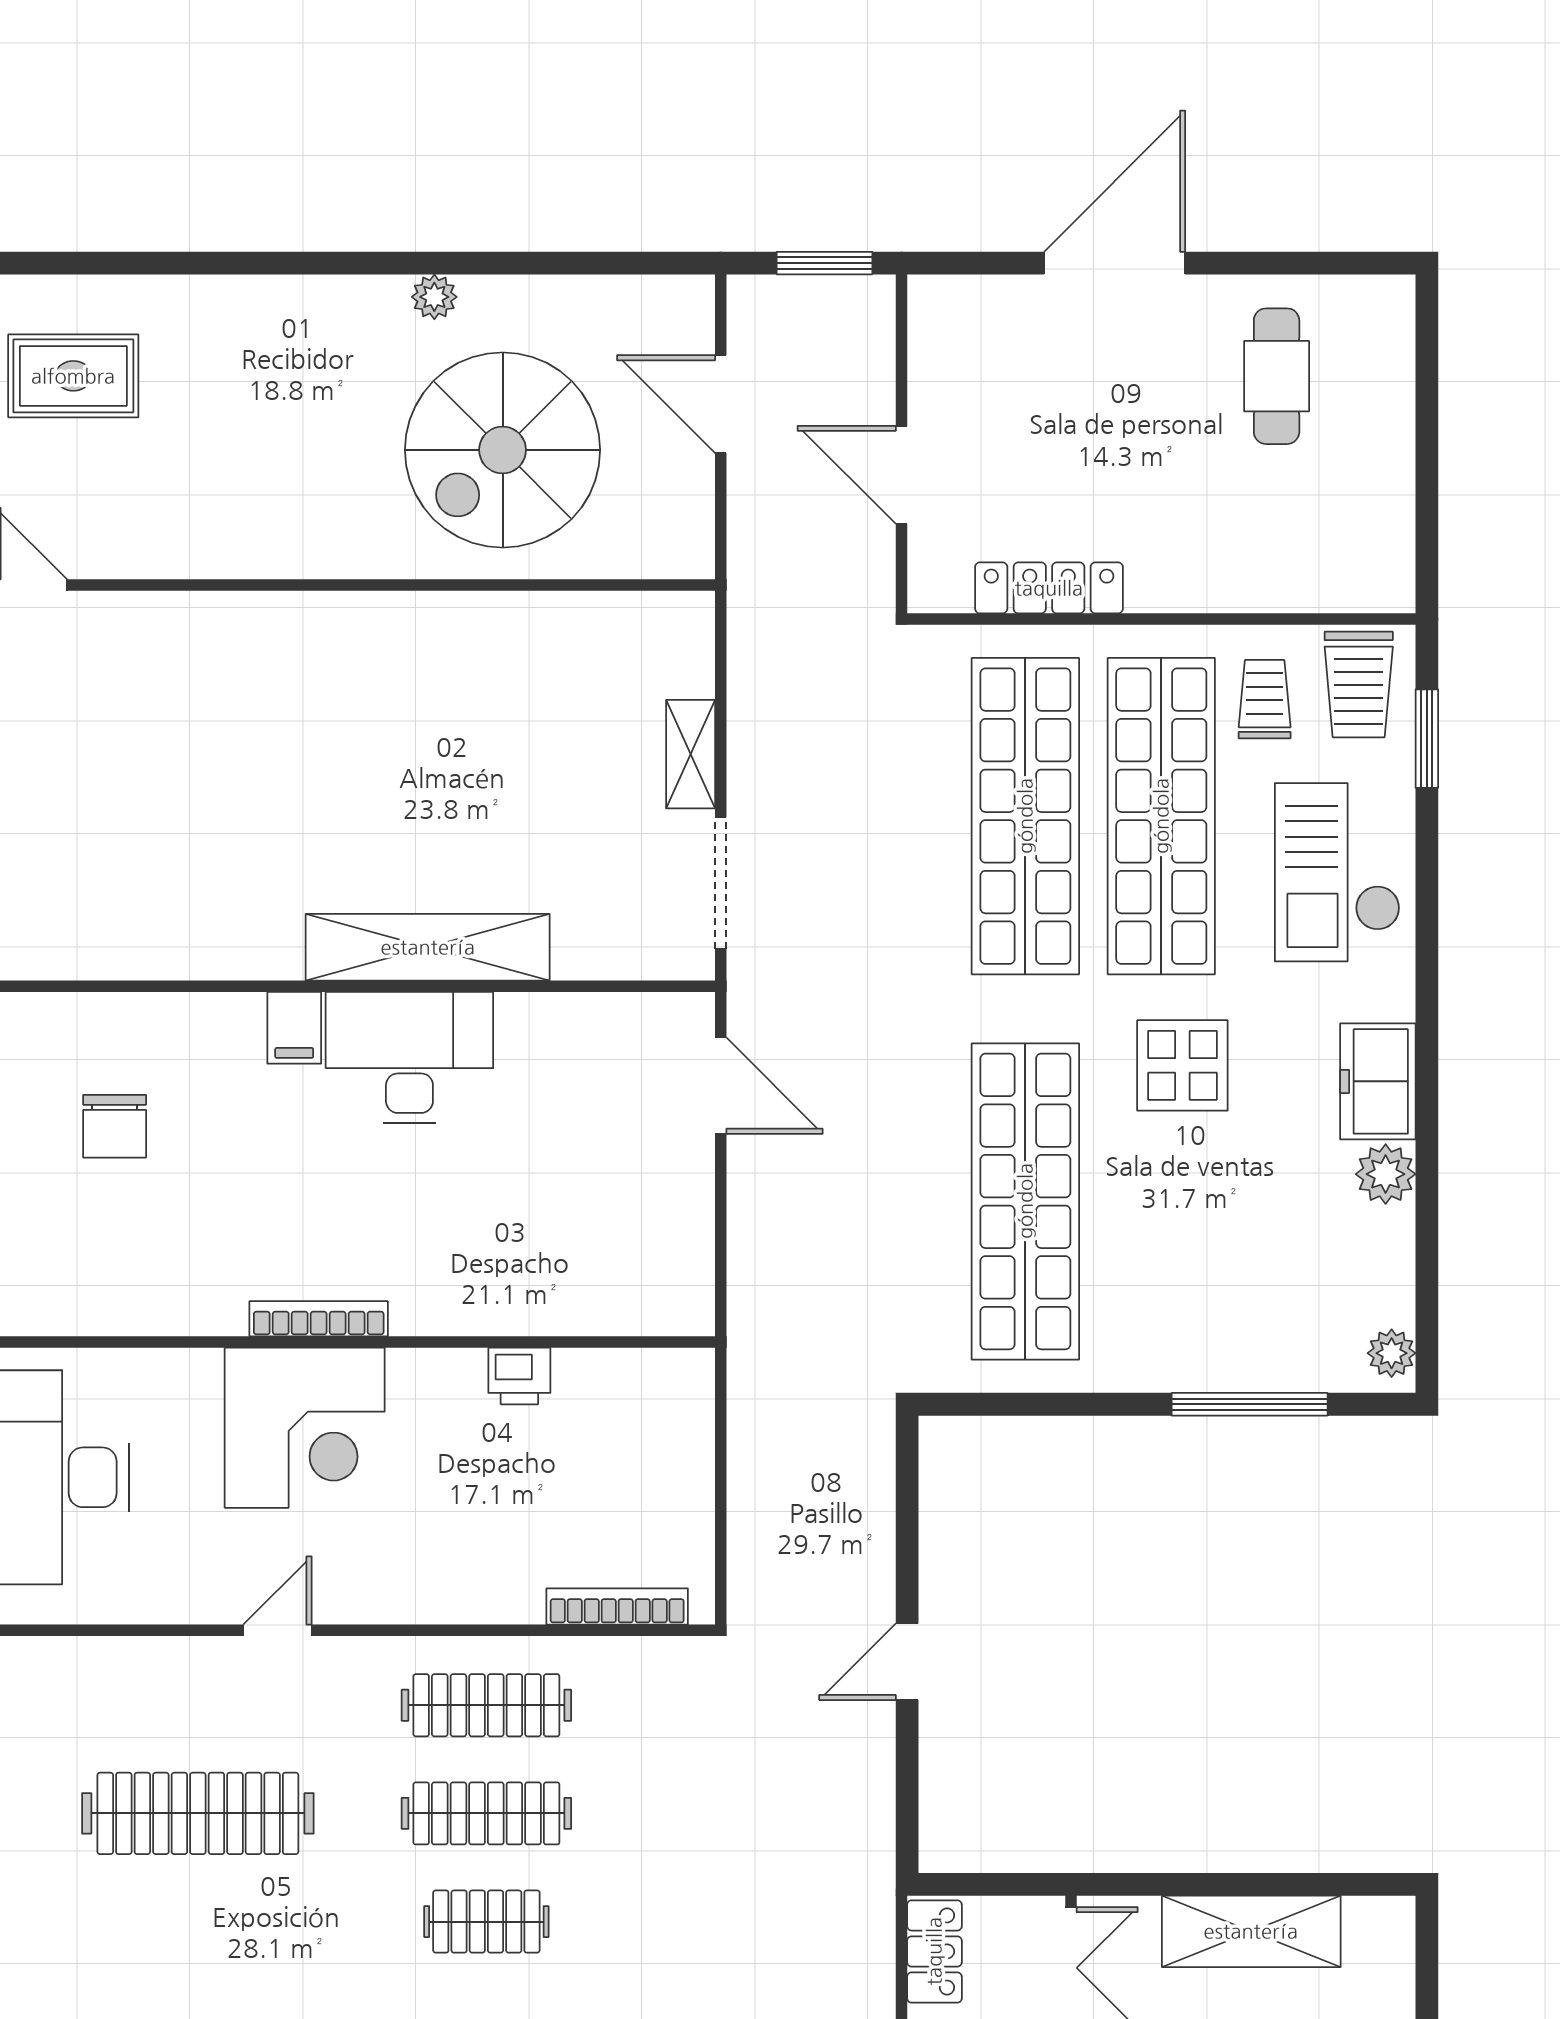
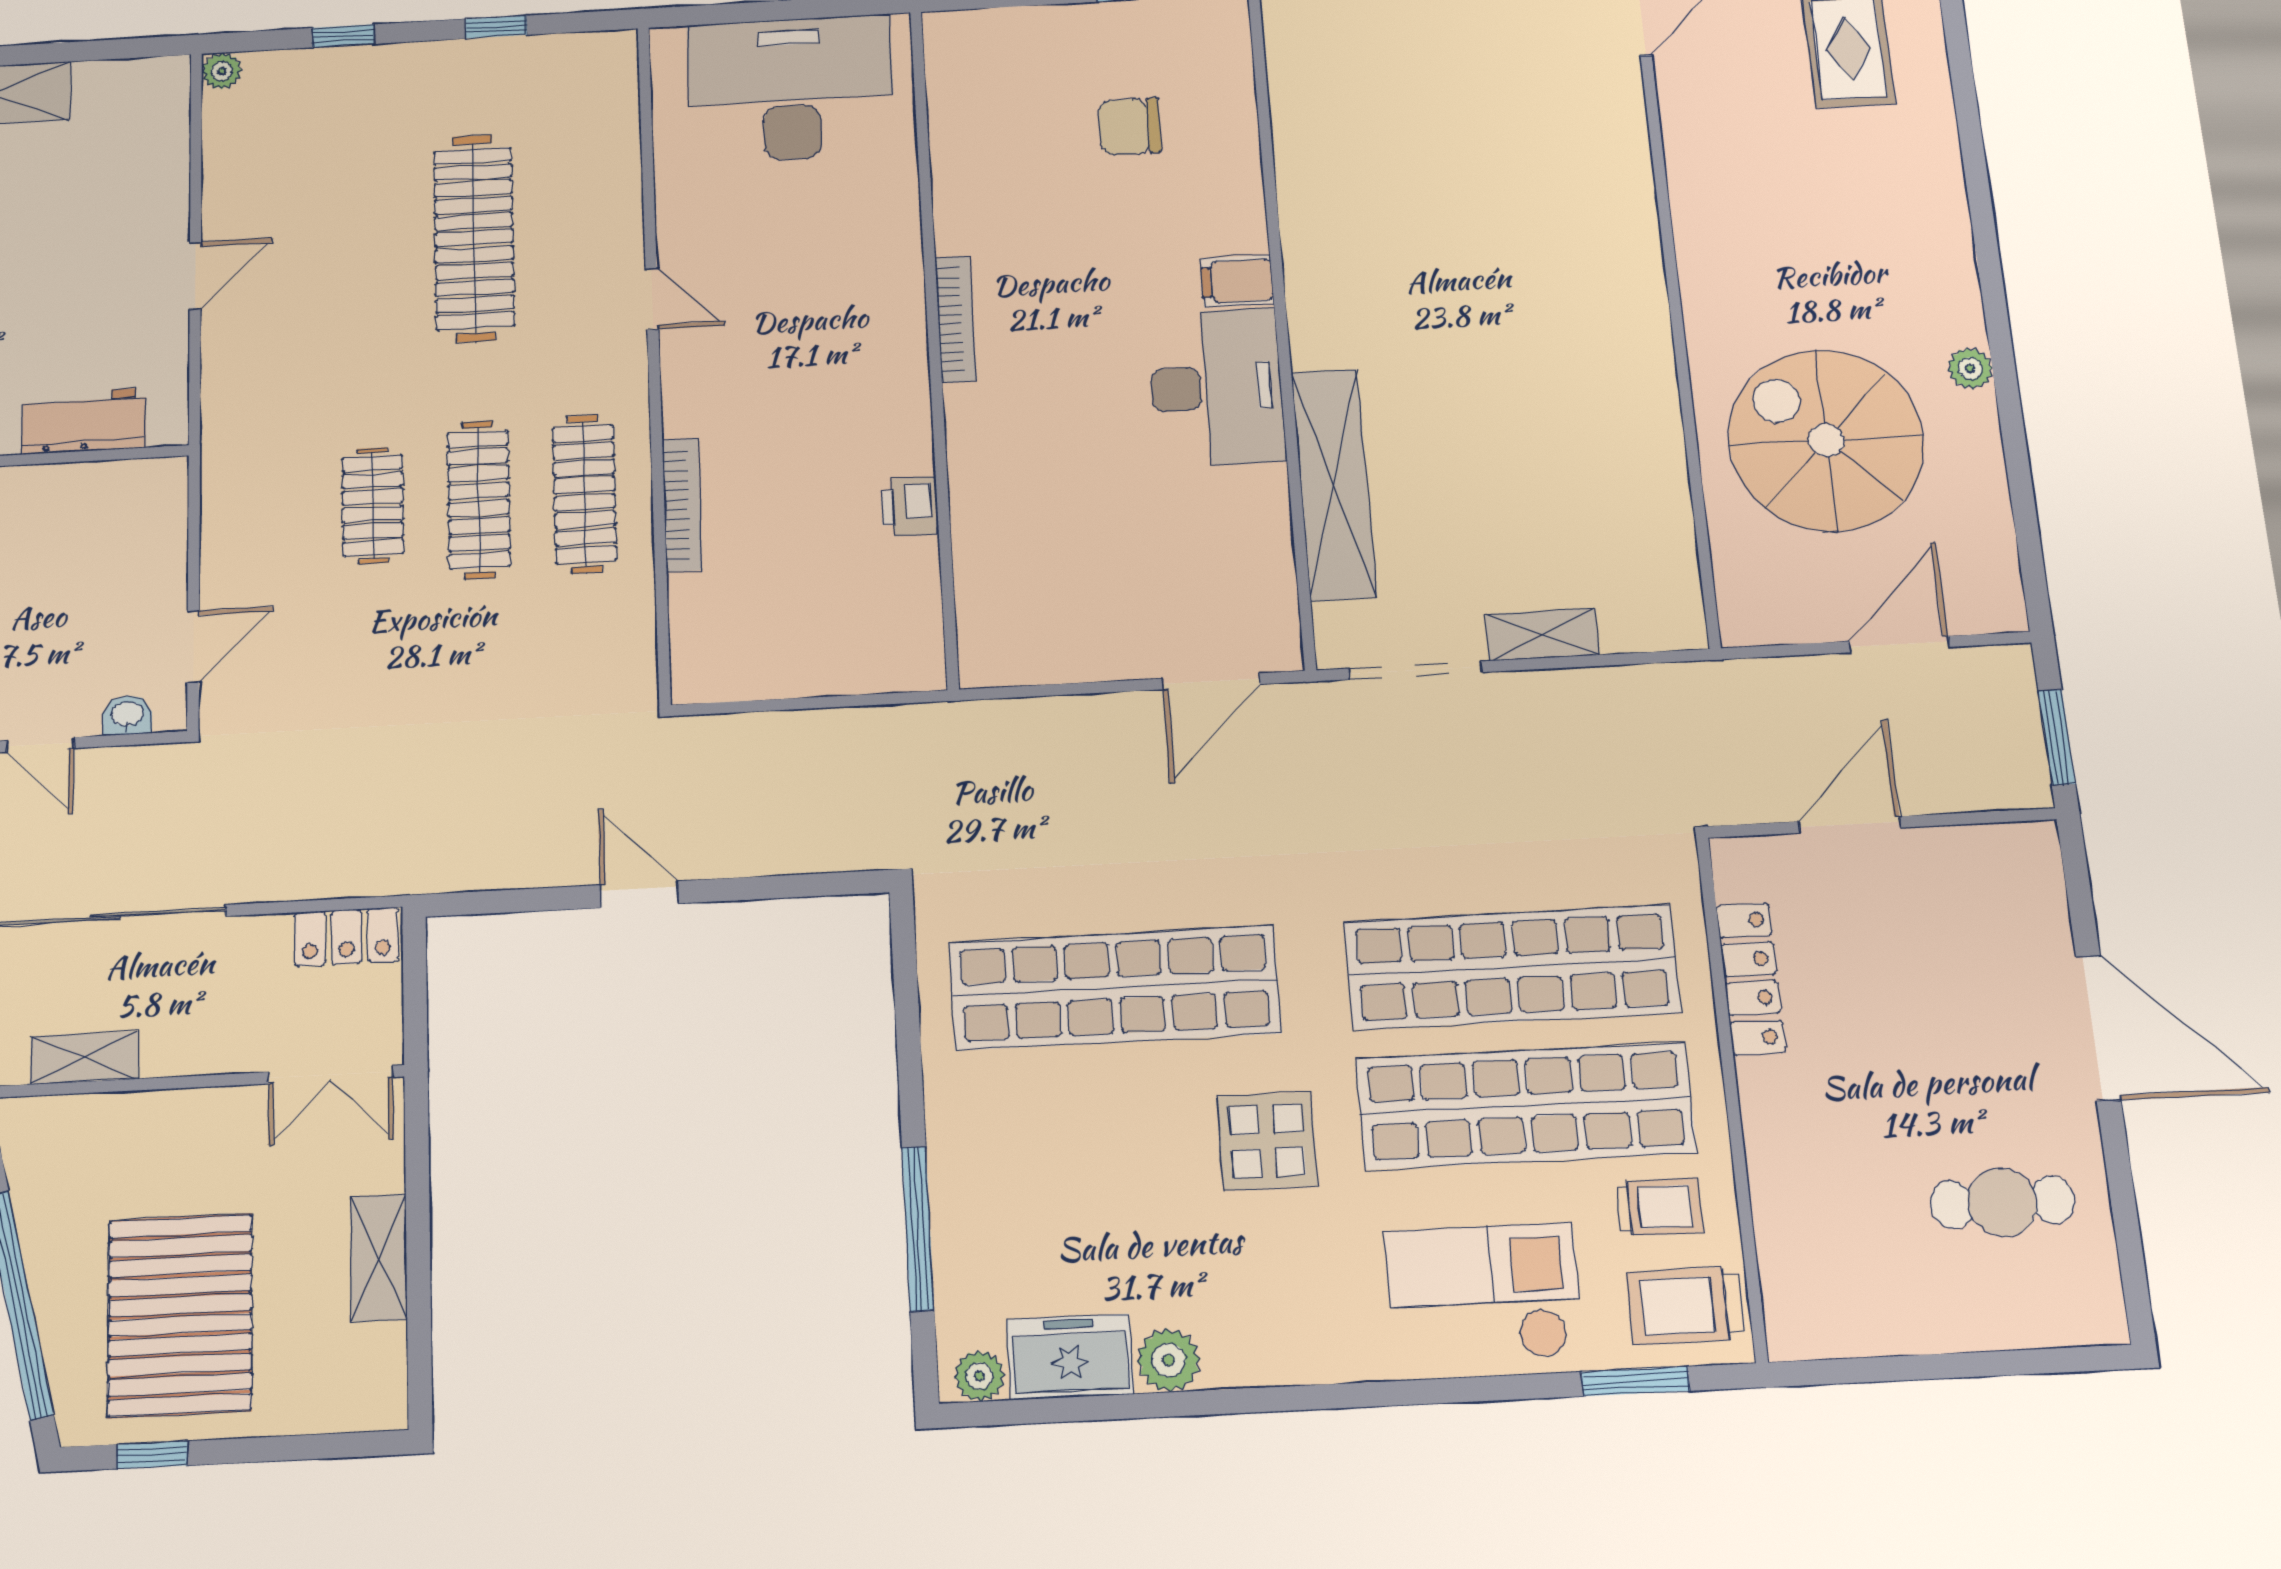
shelving: (428, 947) -> (1334, 484), moved
freezer: (1378, 1081) -> (1070, 1357), moved
corner desk: (305, 1428) -> (849, 312), removed
bookcase: (617, 1606) -> (682, 505), moved
shelving: (1251, 1931) -> (379, 1258), width x0.67, depth x0.75

